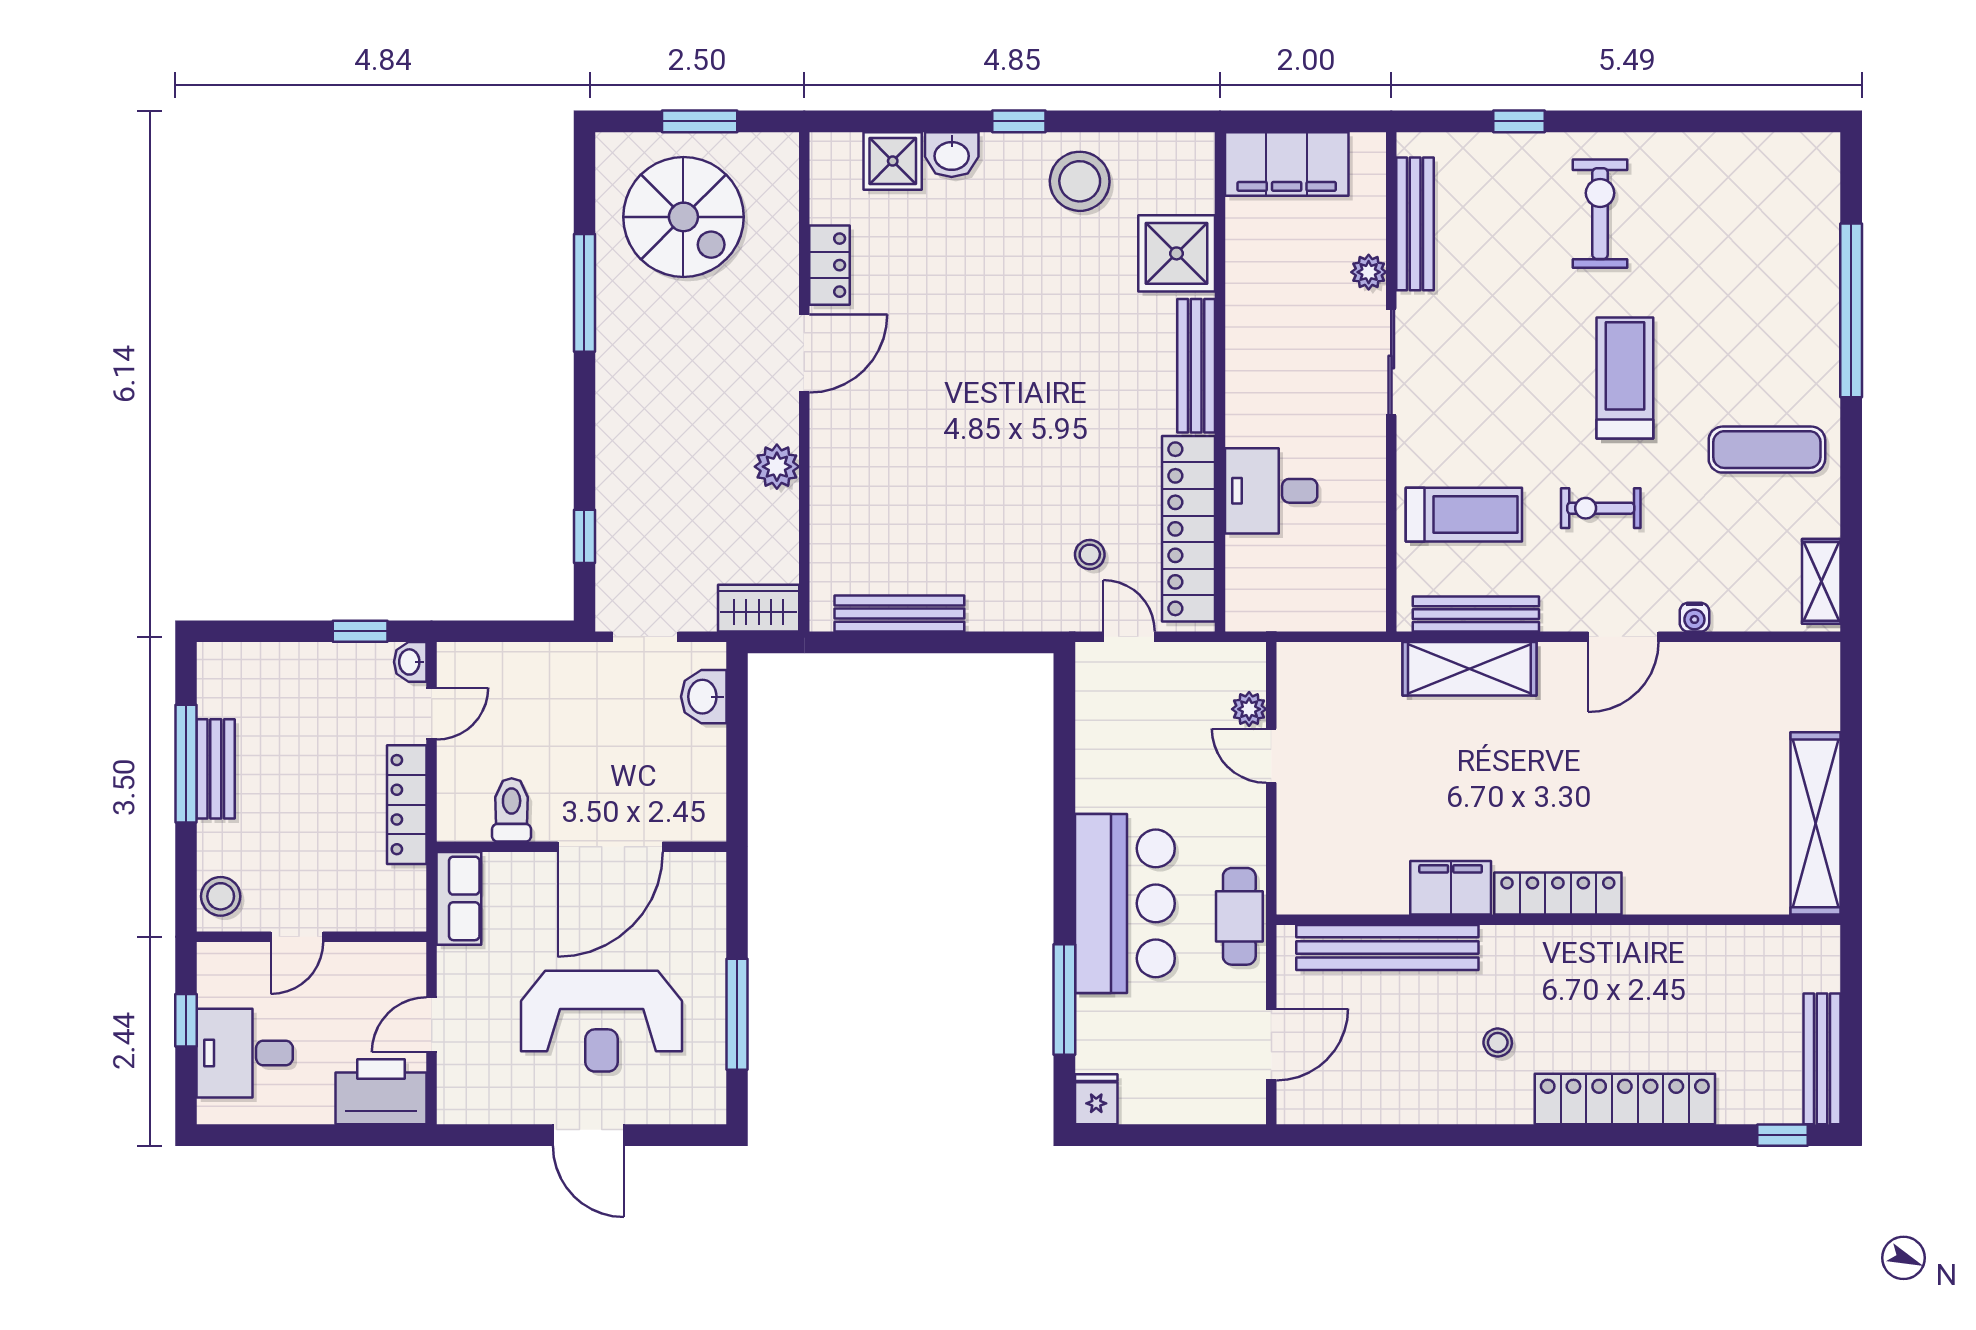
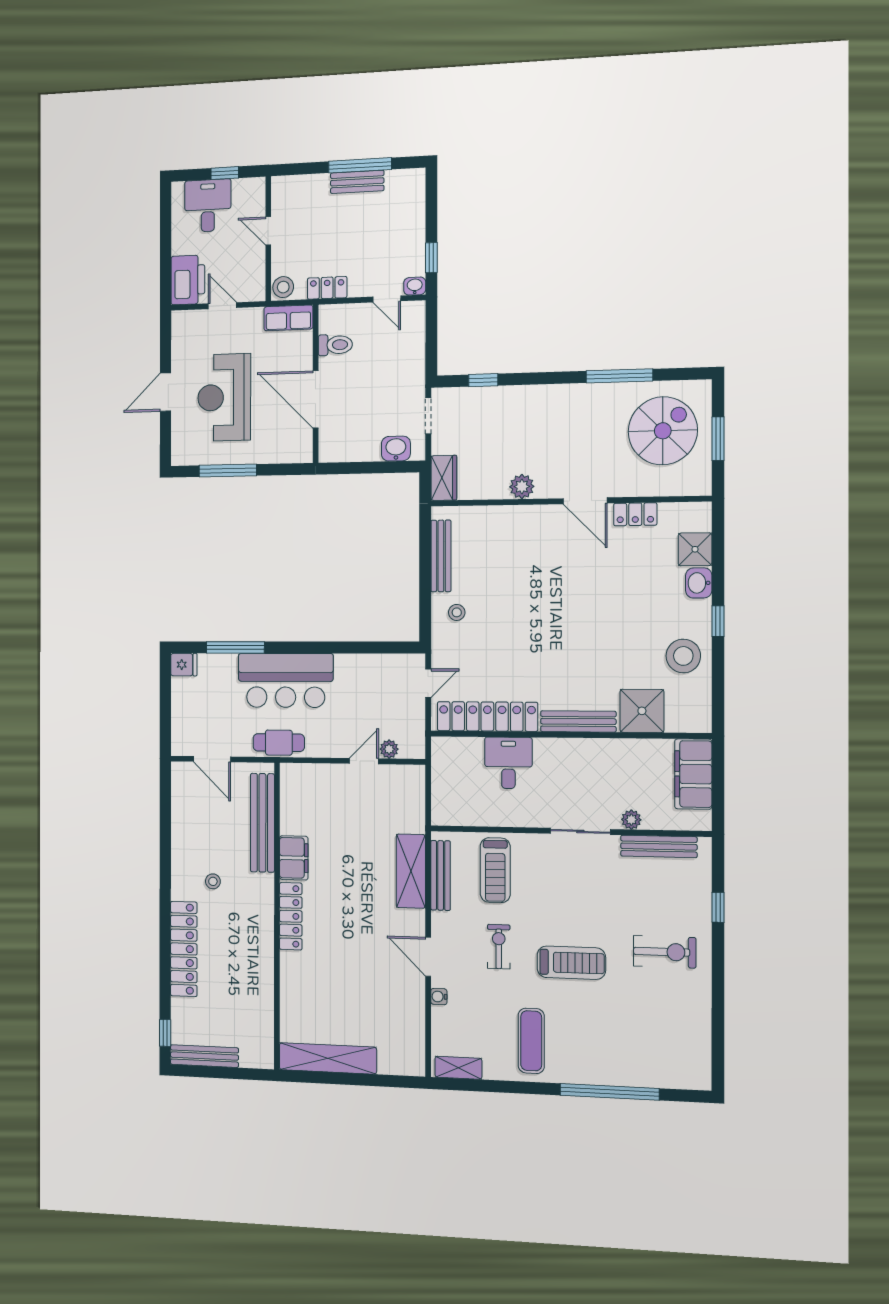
spiral stairs: (683, 217) -> (663, 431), turned 180
stool: (1090, 554) -> (457, 612), moved
locker: (407, 805) -> (327, 288), width x0.66
stool: (221, 896) -> (283, 287), moved

